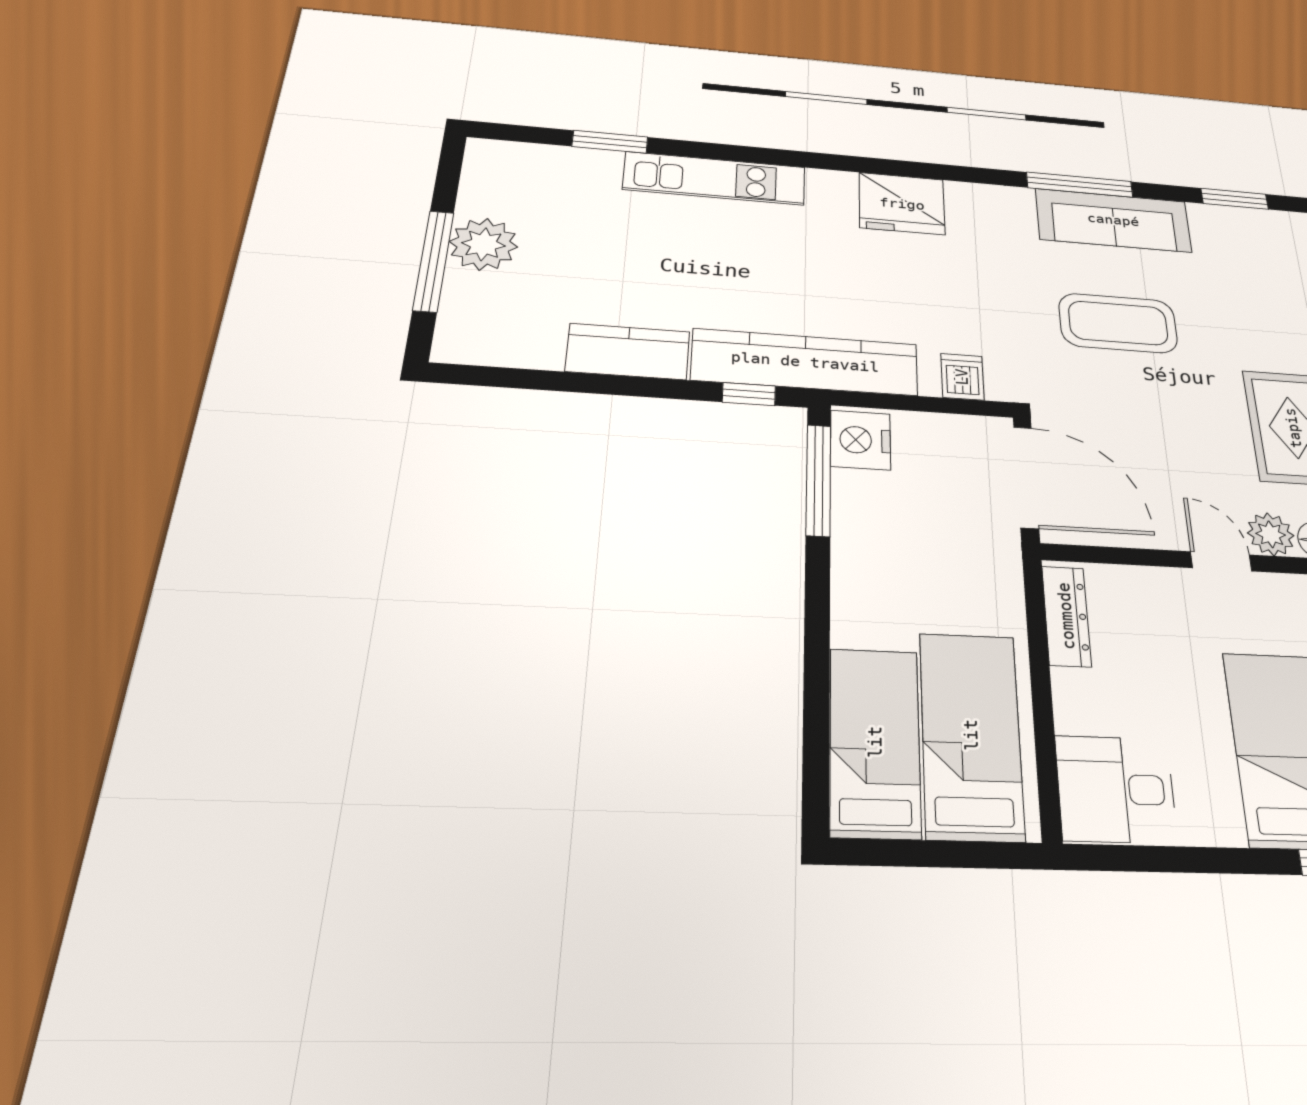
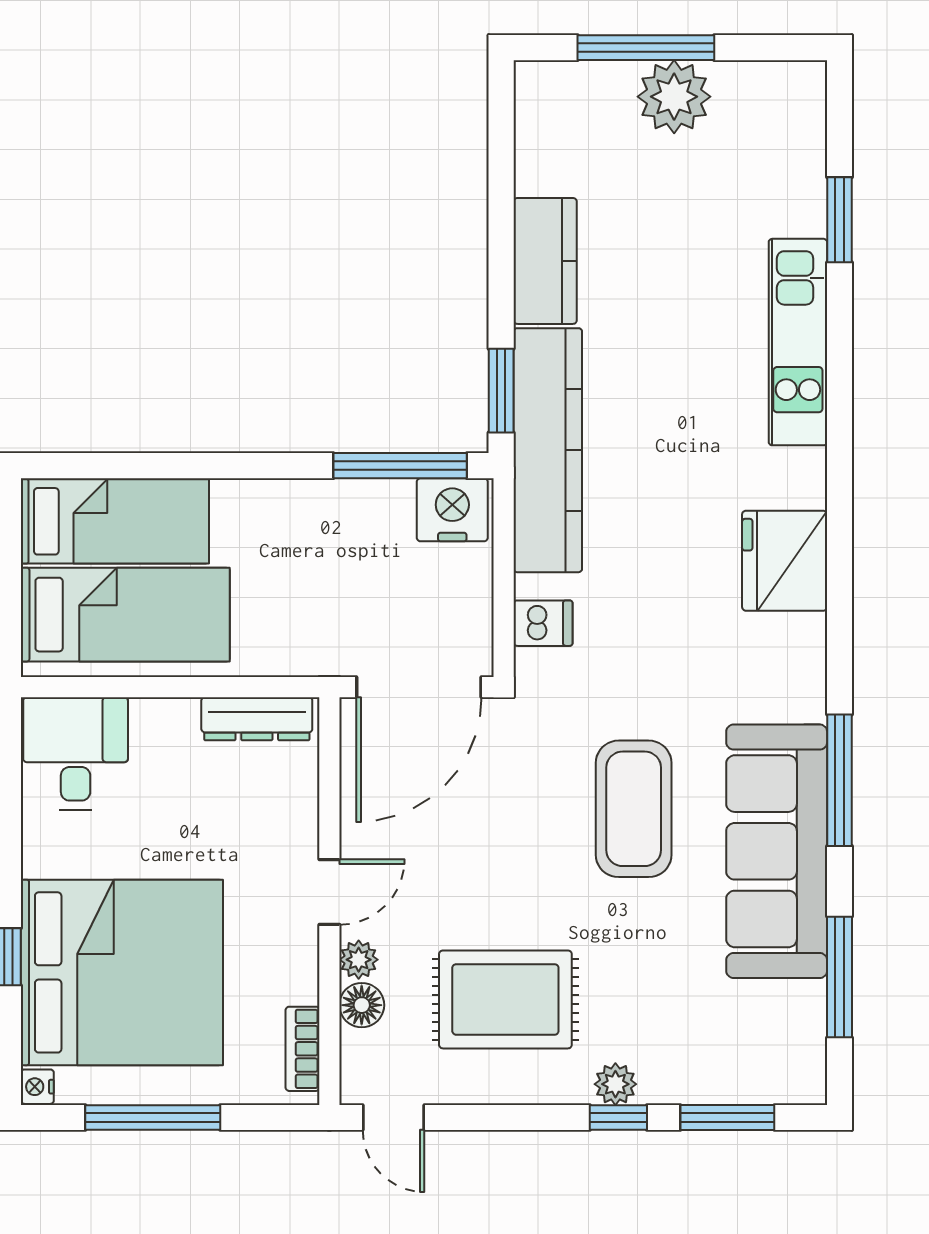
window: (1235, 199) -> (840, 977), width x1.44
sofa: (1113, 220) -> (777, 851), width x1.36, depth x1.27
window: (749, 394) -> (501, 391), width x1.50
plant: (1271, 534) -> (359, 960), width x0.73, depth x0.73

